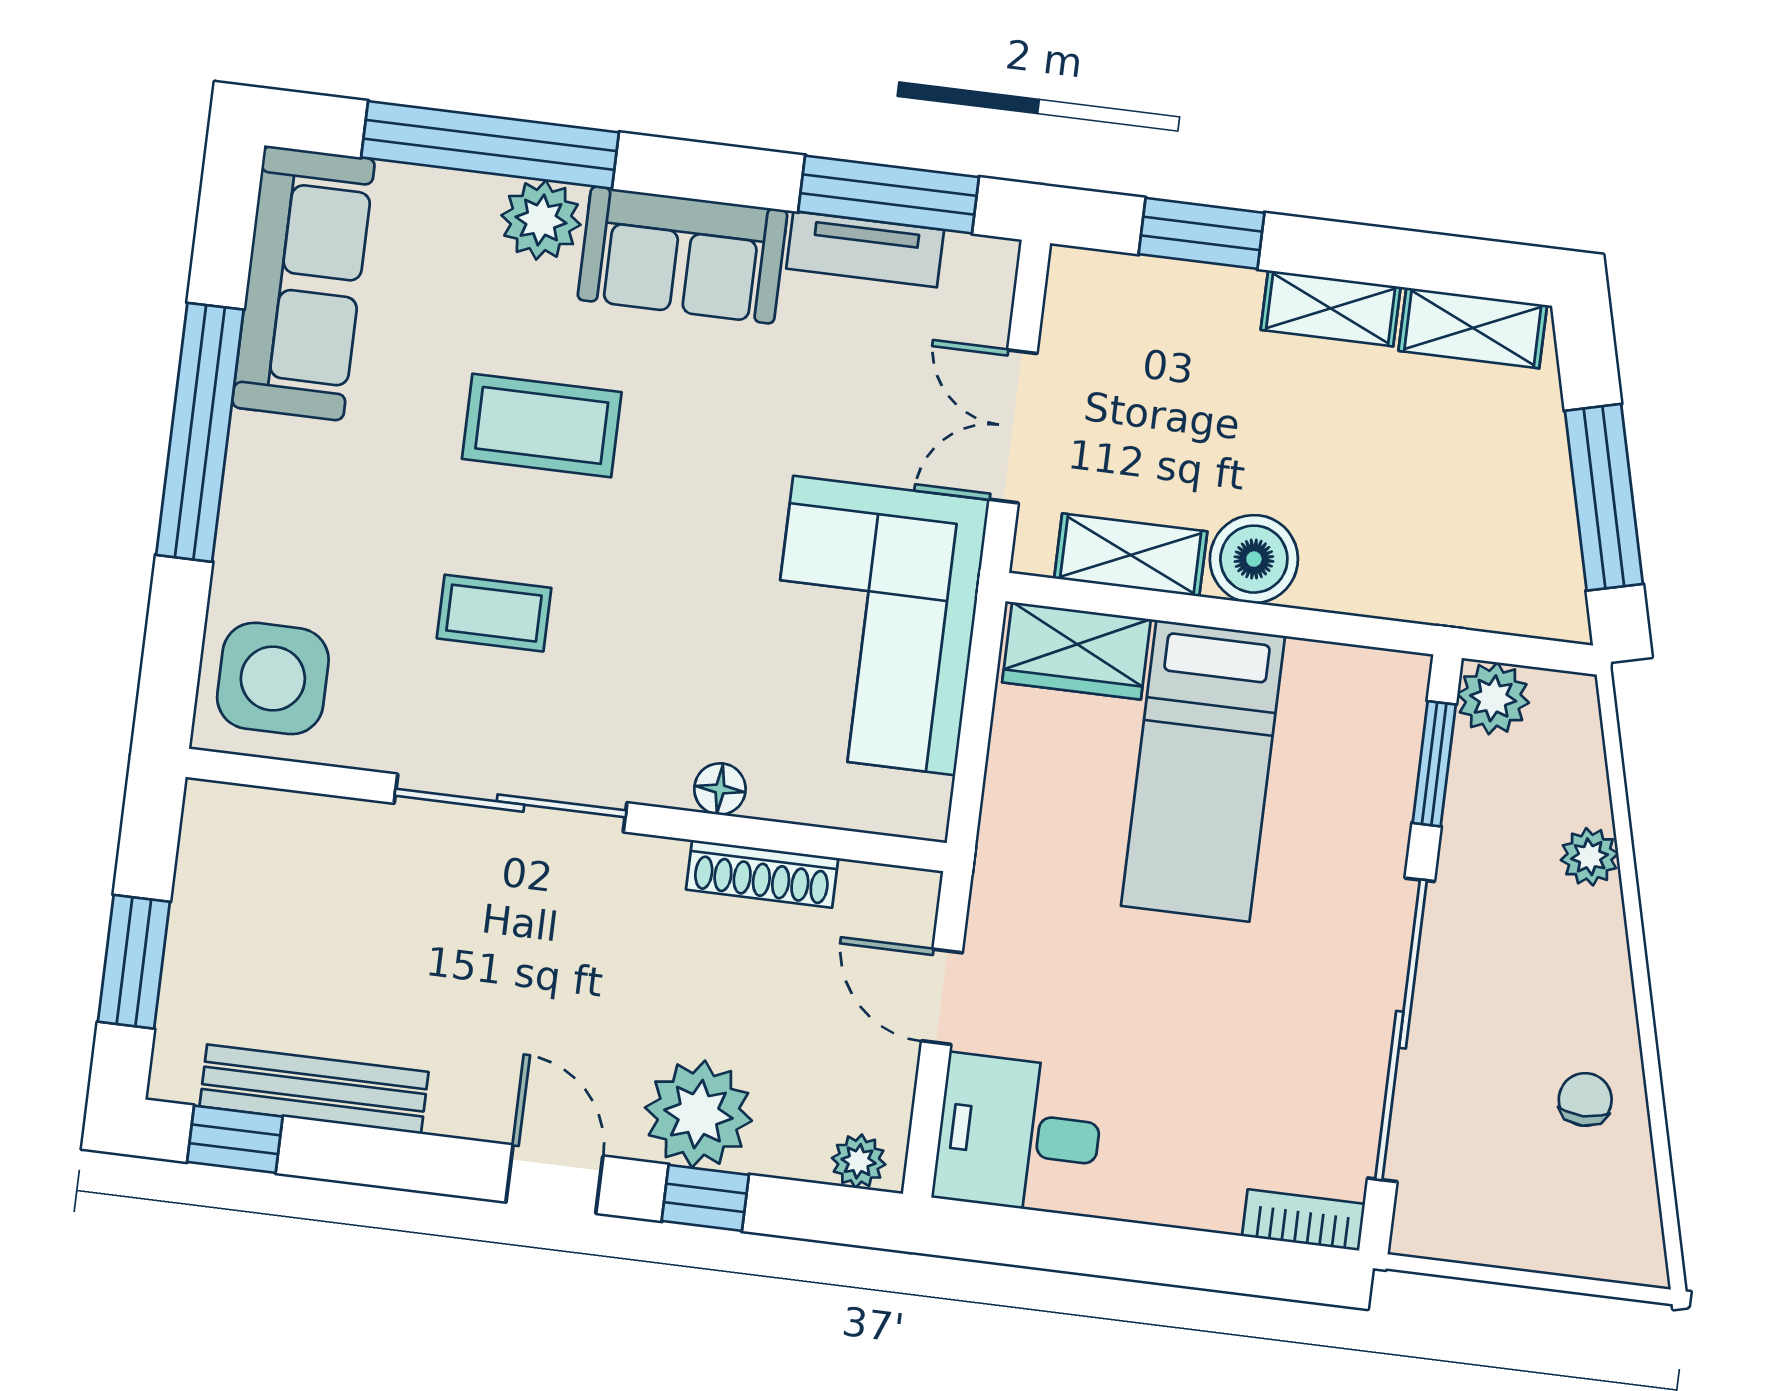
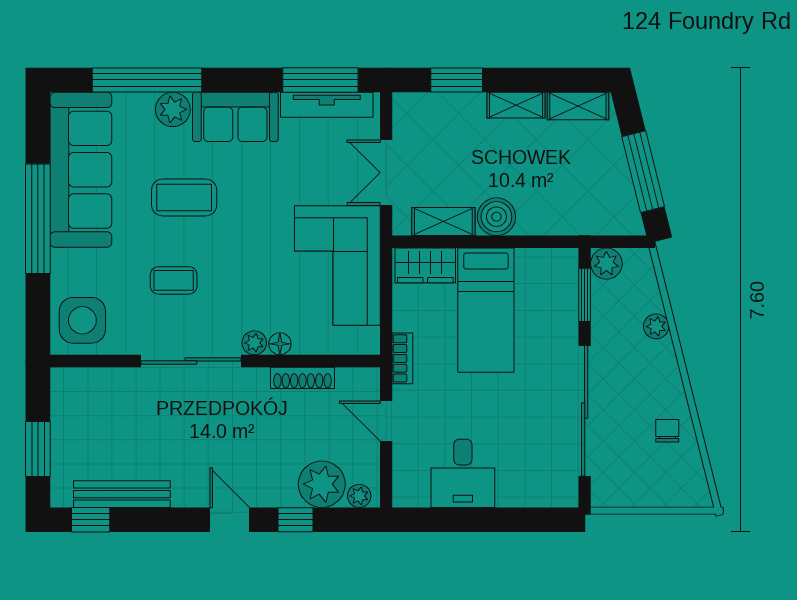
tv unit: (865, 249) -> (327, 105), width x1.41
sofa: (303, 283) -> (81, 170), width x1.36, depth x1.27
plant: (661, 779) -> (254, 343), added
plant: (698, 1114) -> (322, 484), moved
desk: (1019, 1134) -> (463, 473), moved, turned -90
bookcase: (1303, 1220) -> (402, 358), moved, turned 90

